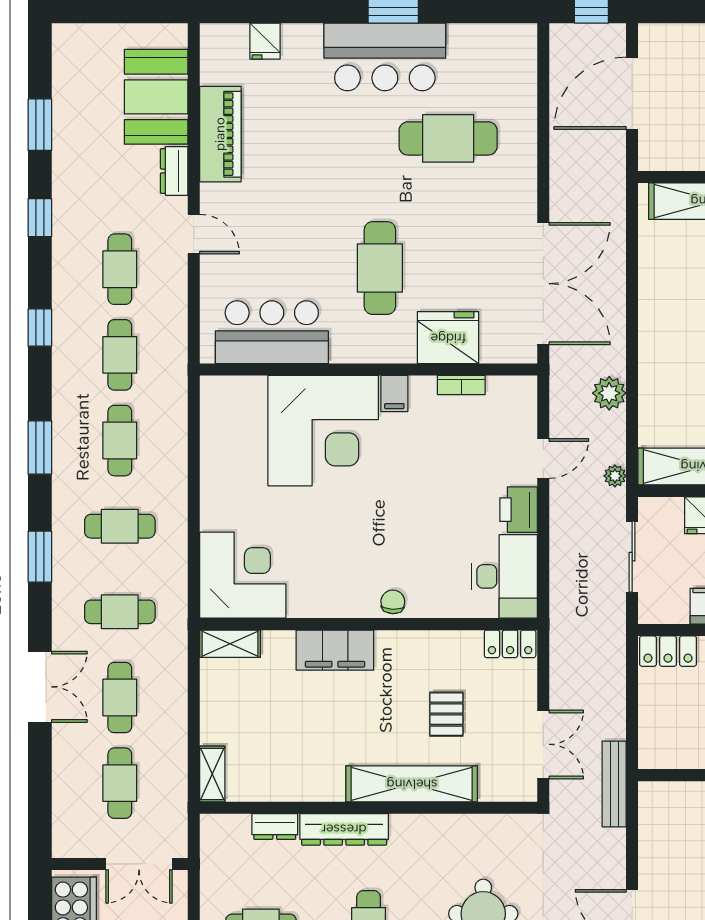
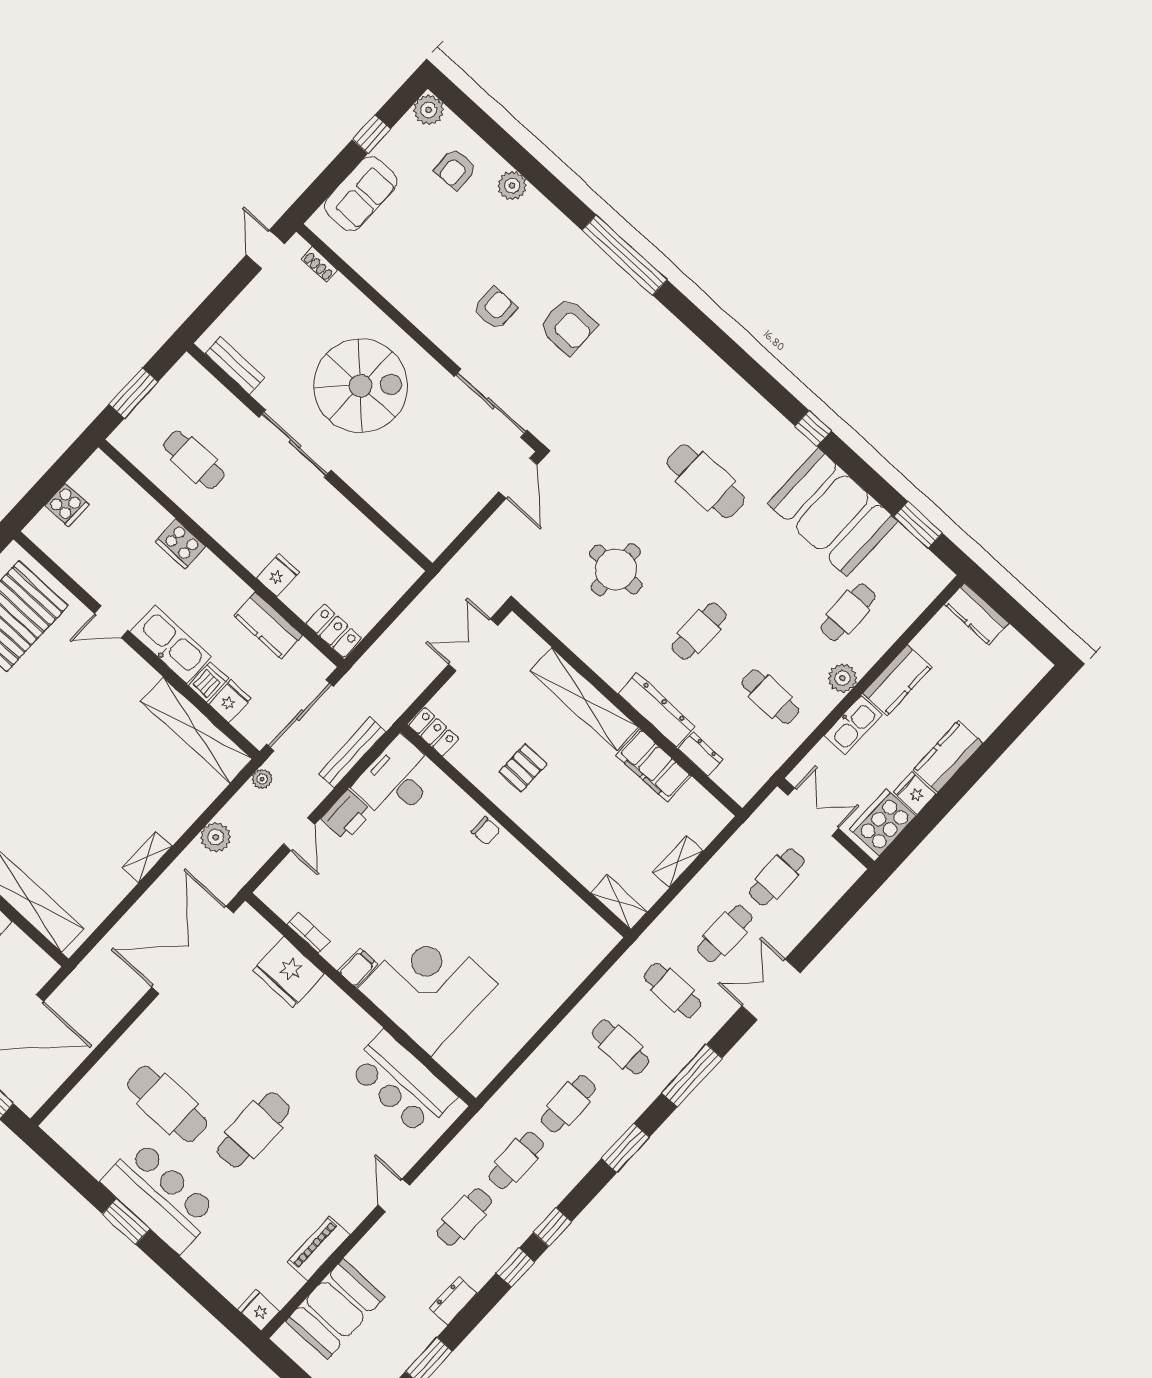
fridge: (265, 41) -> (259, 1310), moved, turned -90
piano: (220, 134) -> (319, 1248), width x0.73, depth x0.75
dresser: (174, 171) -> (453, 1301), moved, turned 180
window: (40, 218) -> (515, 1268), moved
cafe table: (380, 268) -> (254, 1130), moved
shelving: (650, 325) -> (147, 857), added
door: (543, 458) -> (299, 834), swing flipped
window: (40, 557) -> (692, 1076), width x1.44
sliding door: (632, 557) -> (300, 715), width x1.37
corner desk: (243, 575) -> (569, 940), removed
chair: (393, 602) -> (486, 831), turned -93
filing cabinet: (335, 650) -> (654, 765), moved, turned 180
pallet: (446, 714) -> (523, 768), moved
shelving: (212, 774) -> (678, 862), moved
bench: (614, 784) -> (352, 753), moved

